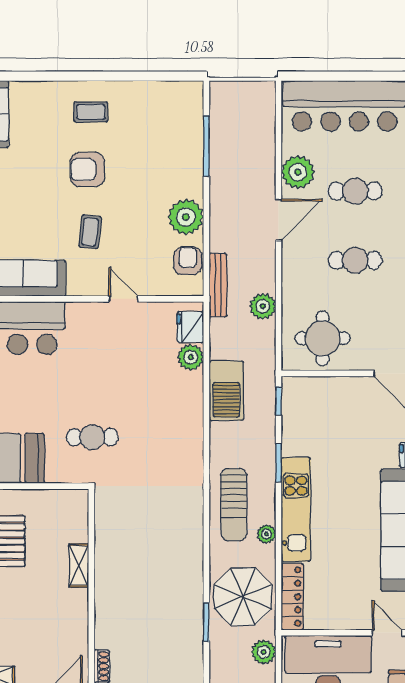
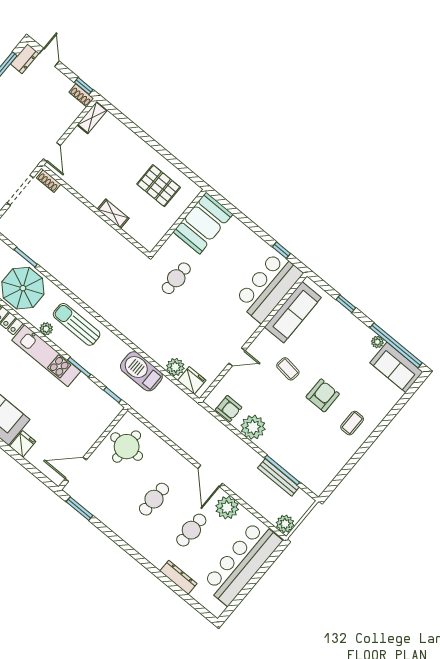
bench: (218, 285) -> (278, 477), moved
plant: (263, 306) -> (285, 524), moved

